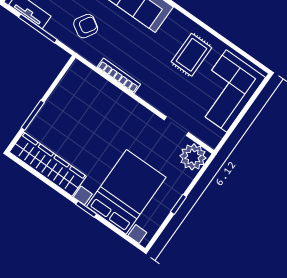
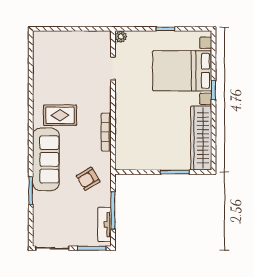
armchair: (86, 26) -> (88, 179), turned -62
rug: (192, 55) -> (60, 115), moved
corner sofa: (226, 91) -> (65, 51), removed
plant: (193, 157) -> (121, 37), width x0.53, depth x0.53

